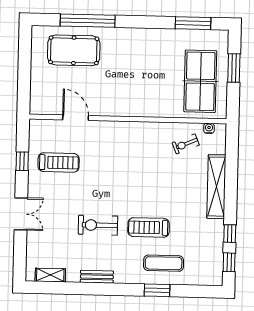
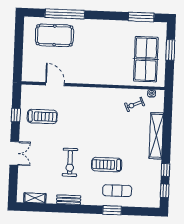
exercise bike: (98, 225) -> (70, 162), turned -90

